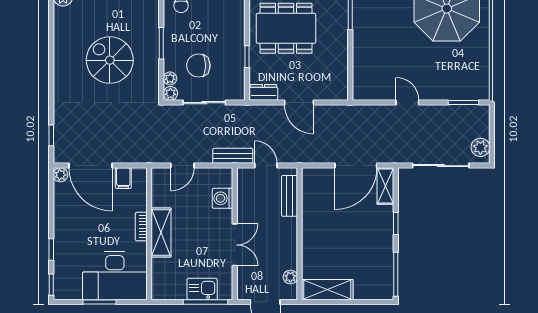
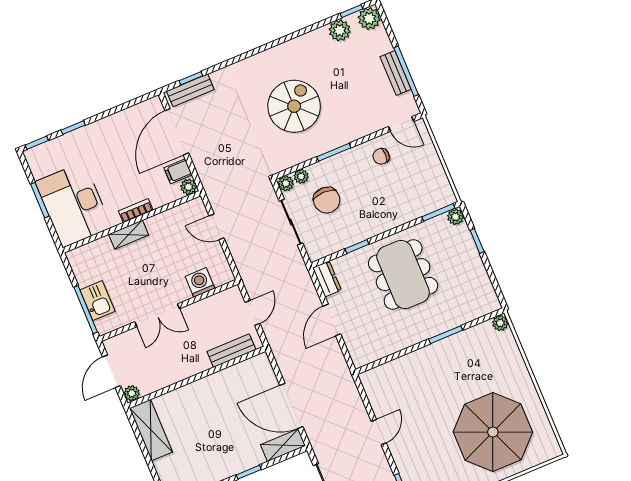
chair: (198, 66) -> (327, 200), turned 180
bench: (233, 156) -> (190, 90), moved, turned 90
plant: (60, 175) -> (188, 187), moved
shelving: (161, 233) -> (129, 235), width x0.67, depth x0.75
plant: (290, 277) -> (132, 393), moved

